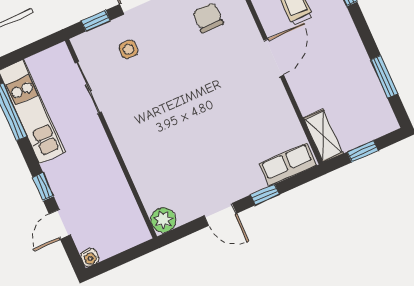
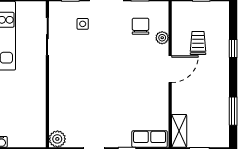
plant: (244, 20) -> (162, 38), added

